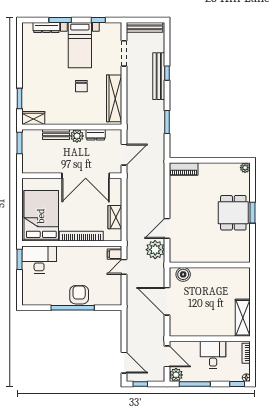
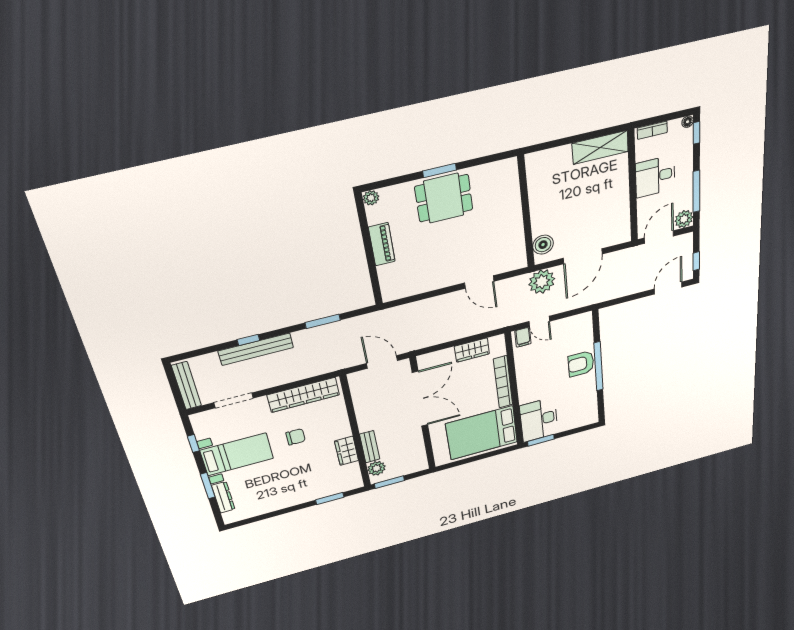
wardrobe: (33, 118) -> (347, 451), moved
dresser: (96, 135) -> (360, 403), removed
plant: (77, 136) -> (376, 468), moved
piano: (184, 169) -> (382, 244), moved
plant: (155, 250) -> (542, 282), moved

